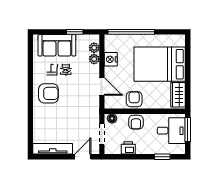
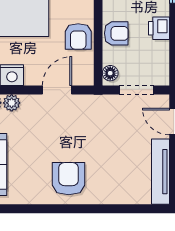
armchair: (134, 99) -> (78, 36), turned -90
printer: (128, 148) -> (159, 28), moved

